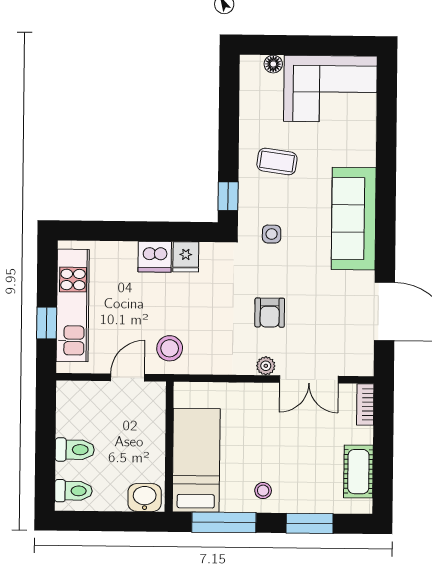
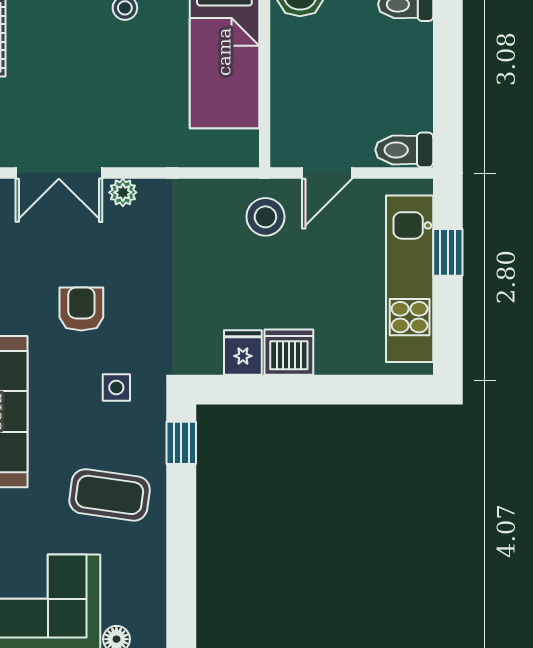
coffee table: (277, 162) -> (110, 495), width x1.36, depth x1.30
armchair: (270, 313) -> (81, 309), moved
double door: (309, 379) -> (59, 173), swing flipped
toilet: (75, 450) -> (404, 150), moved

